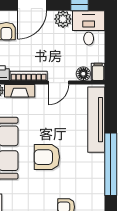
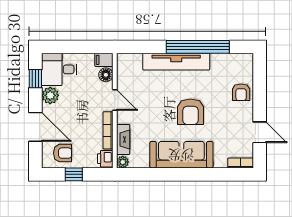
tv unit: (96, 120) -> (176, 62), moved

